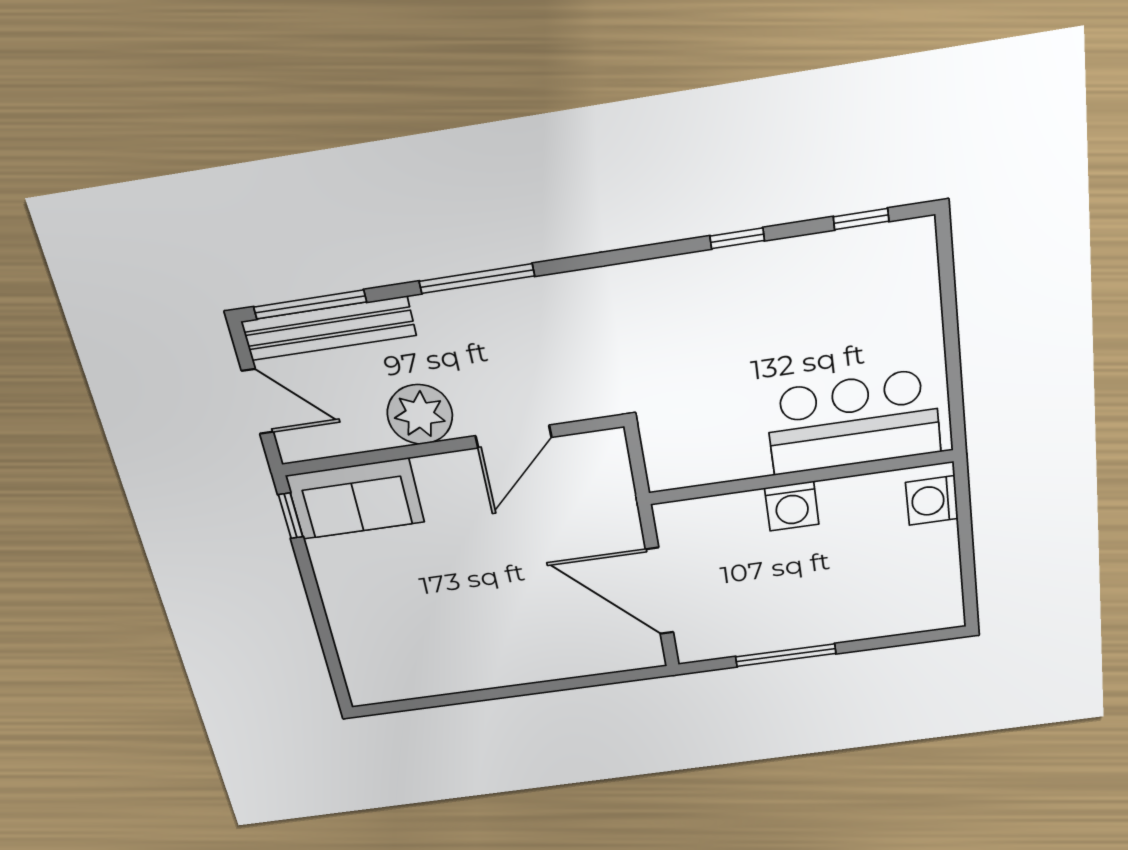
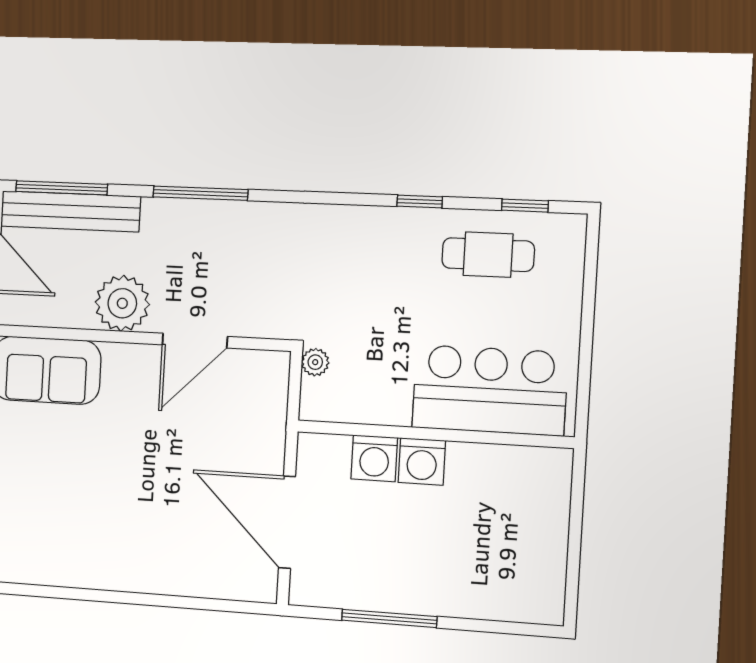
cafe table: (827, 282) -> (488, 255), added
plant: (654, 432) -> (315, 362), added
washing machine: (932, 500) -> (374, 458), moved, turned -90

